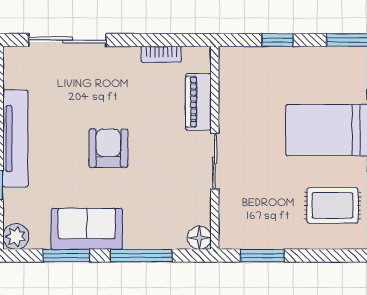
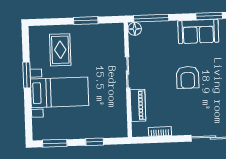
rug: (333, 205) -> (60, 50), turned 90
window: (141, 256) -> (151, 18), moved
window: (262, 256) -> (86, 21), moved

